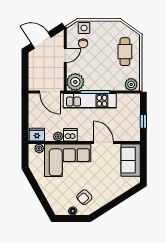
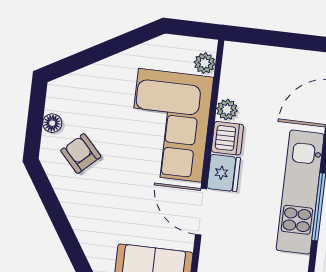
fridge: (37, 135) -> (224, 173), moved
door: (103, 142) -> (201, 212), swing flipped

